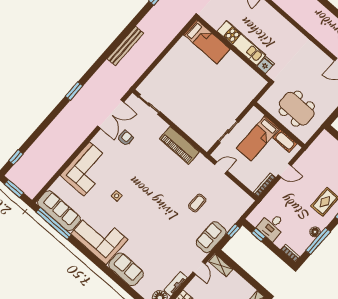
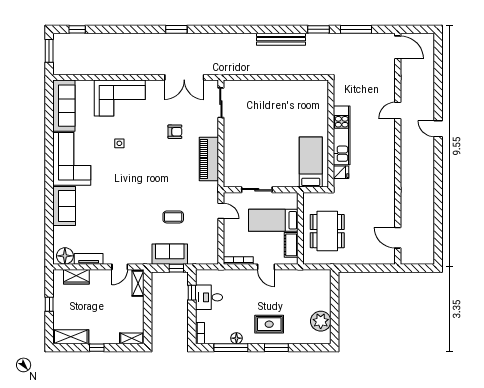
bed: (207, 42) -> (311, 162), moved, turned 180
bench: (125, 46) -> (281, 39), moved
armchair: (125, 138) -> (175, 132), moved
window: (54, 223) -> (49, 110), removed
sofa: (211, 237) -> (170, 254), moved

